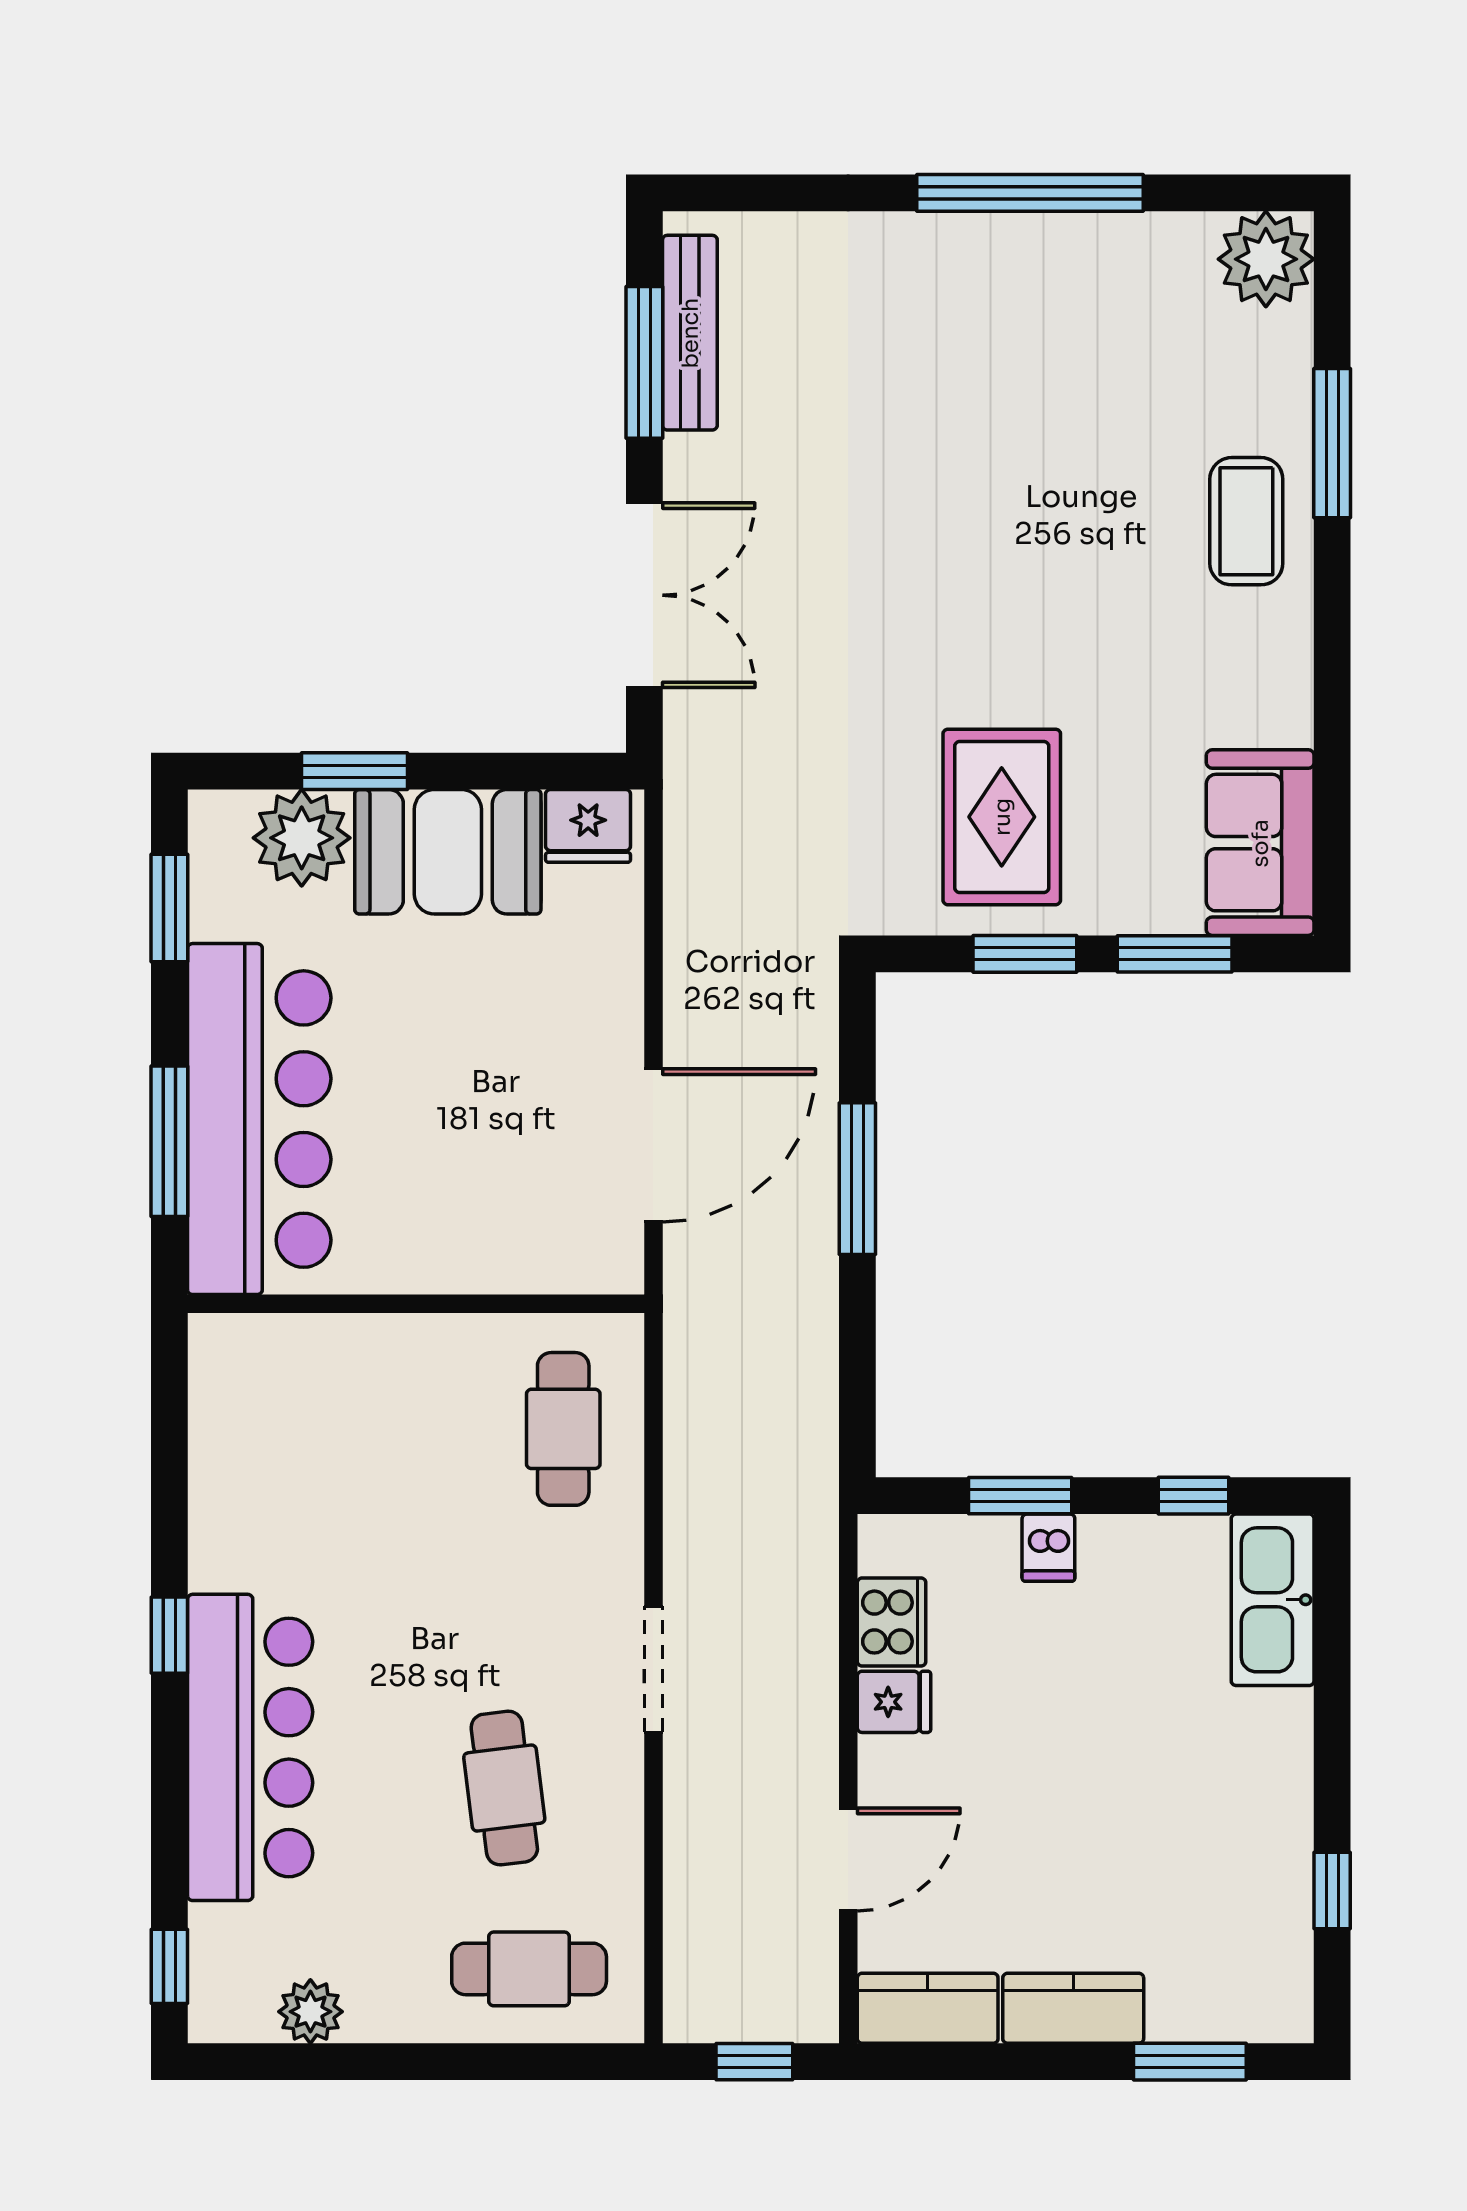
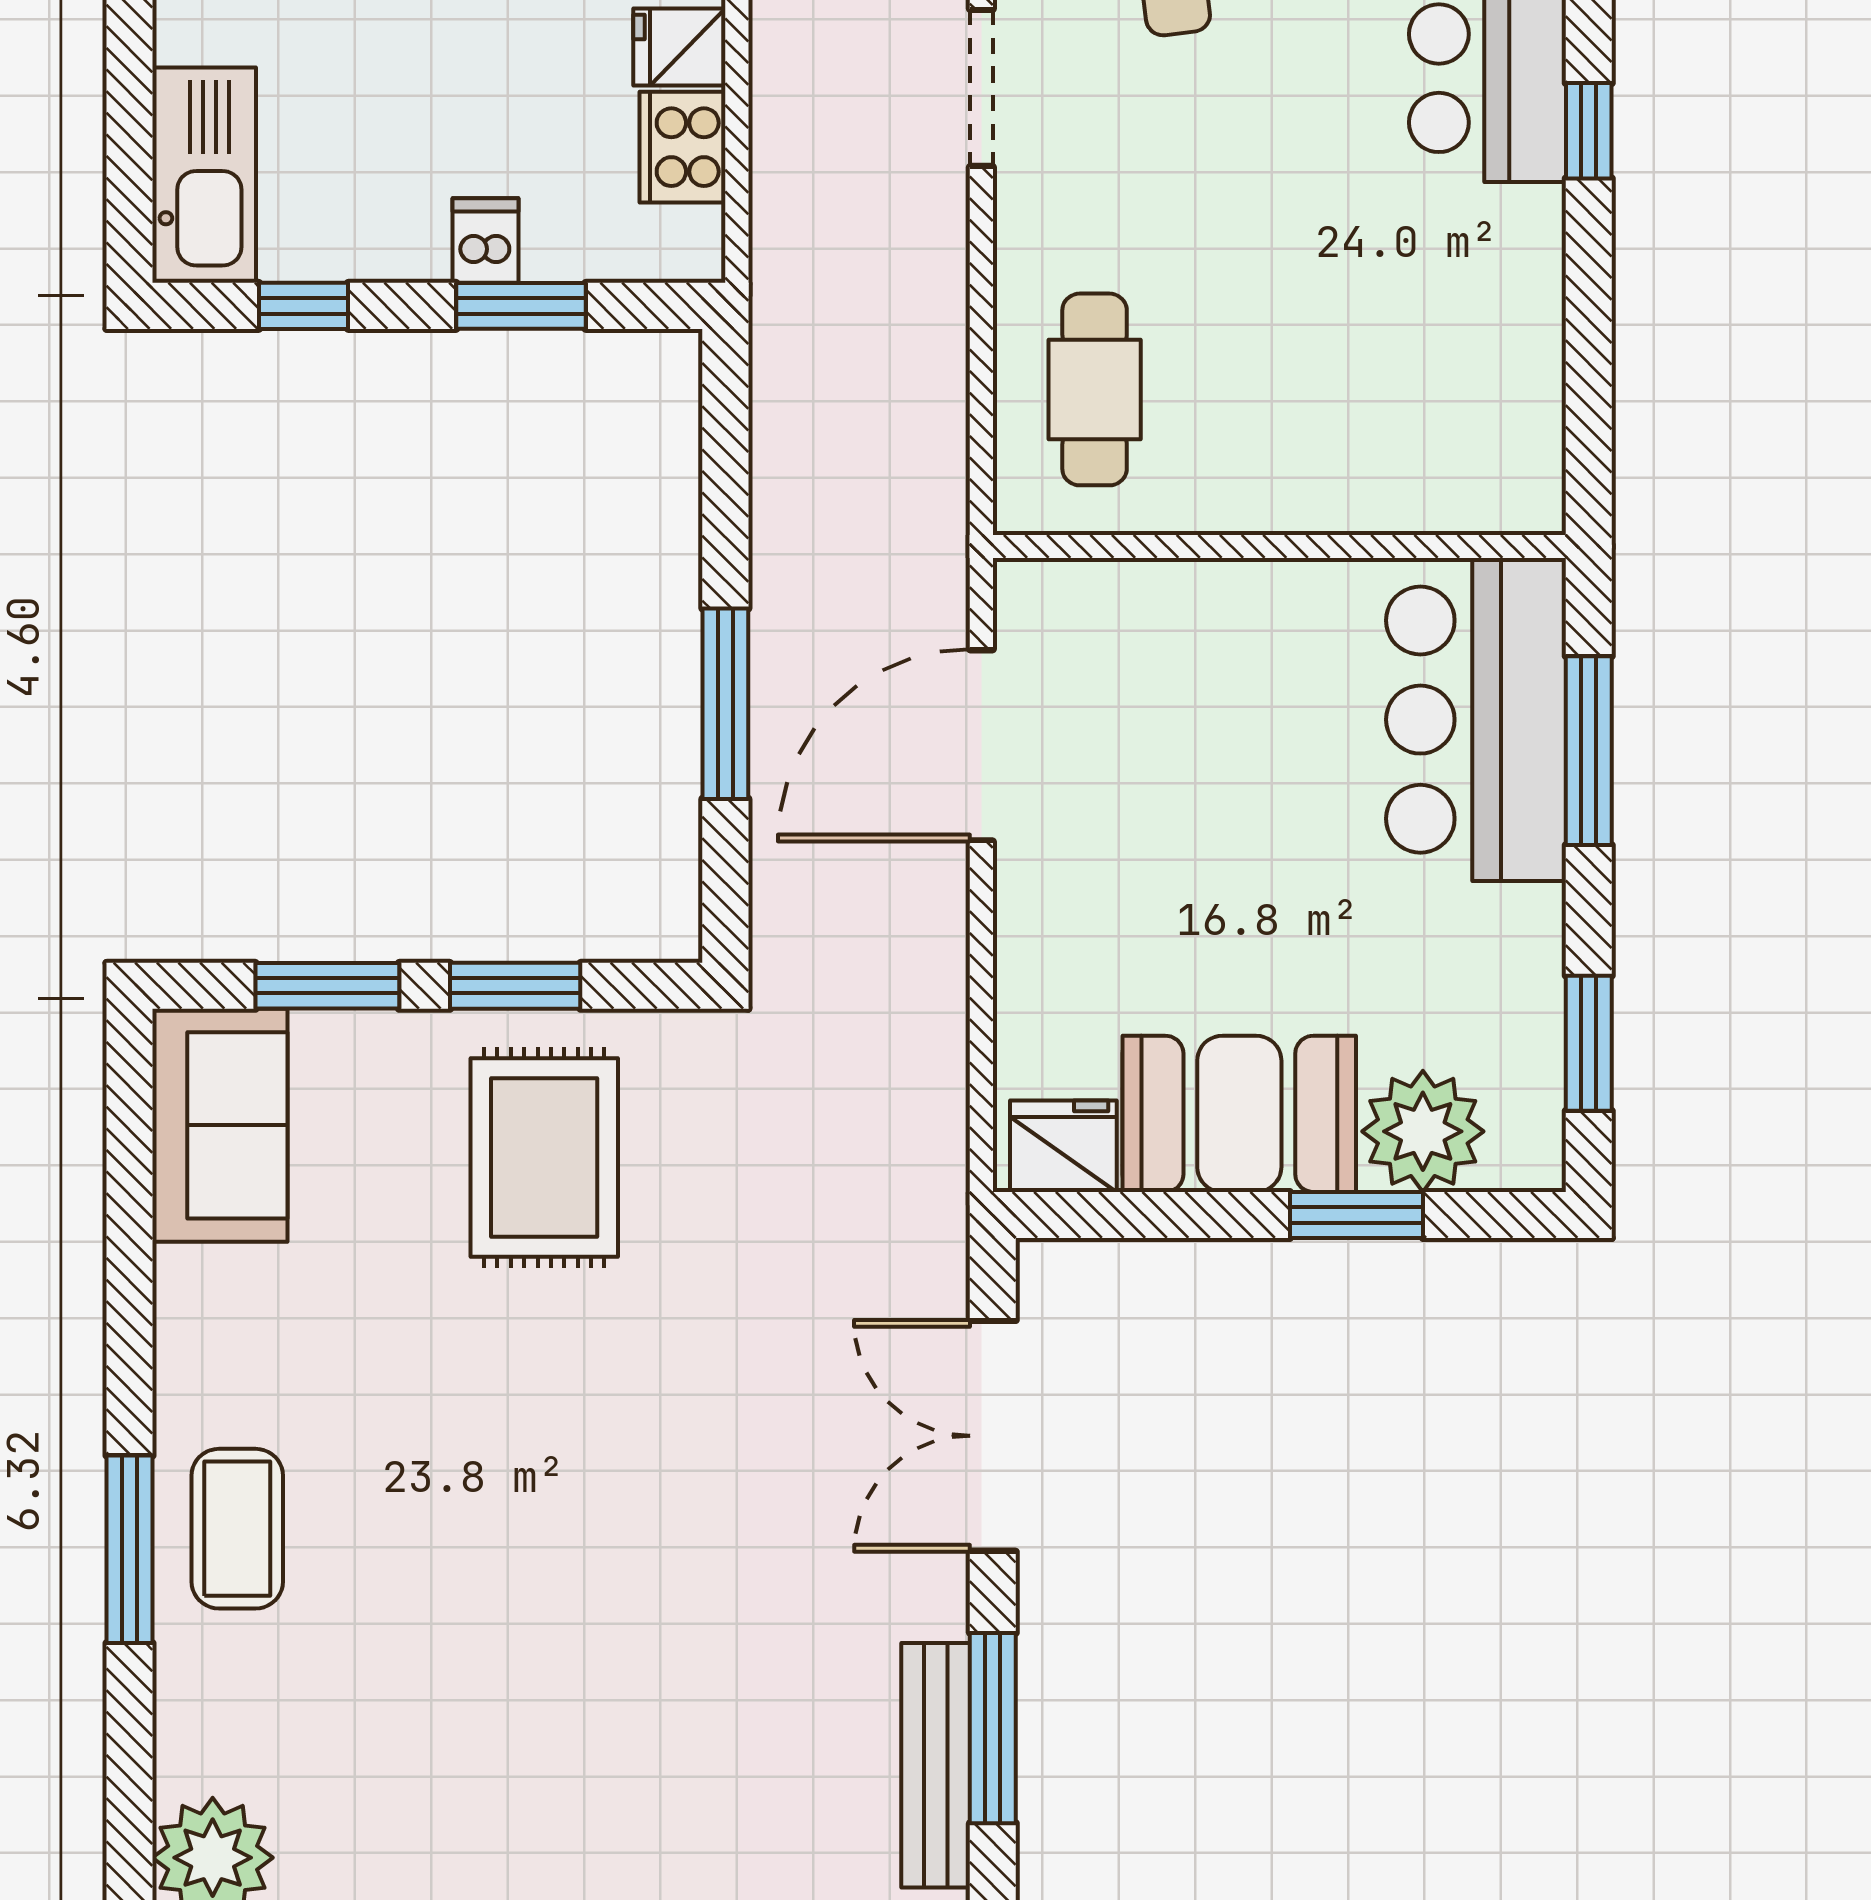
window: (1332, 443) -> (130, 1549), moved
bar counter: (259, 1119) -> (1476, 720), width x0.73

